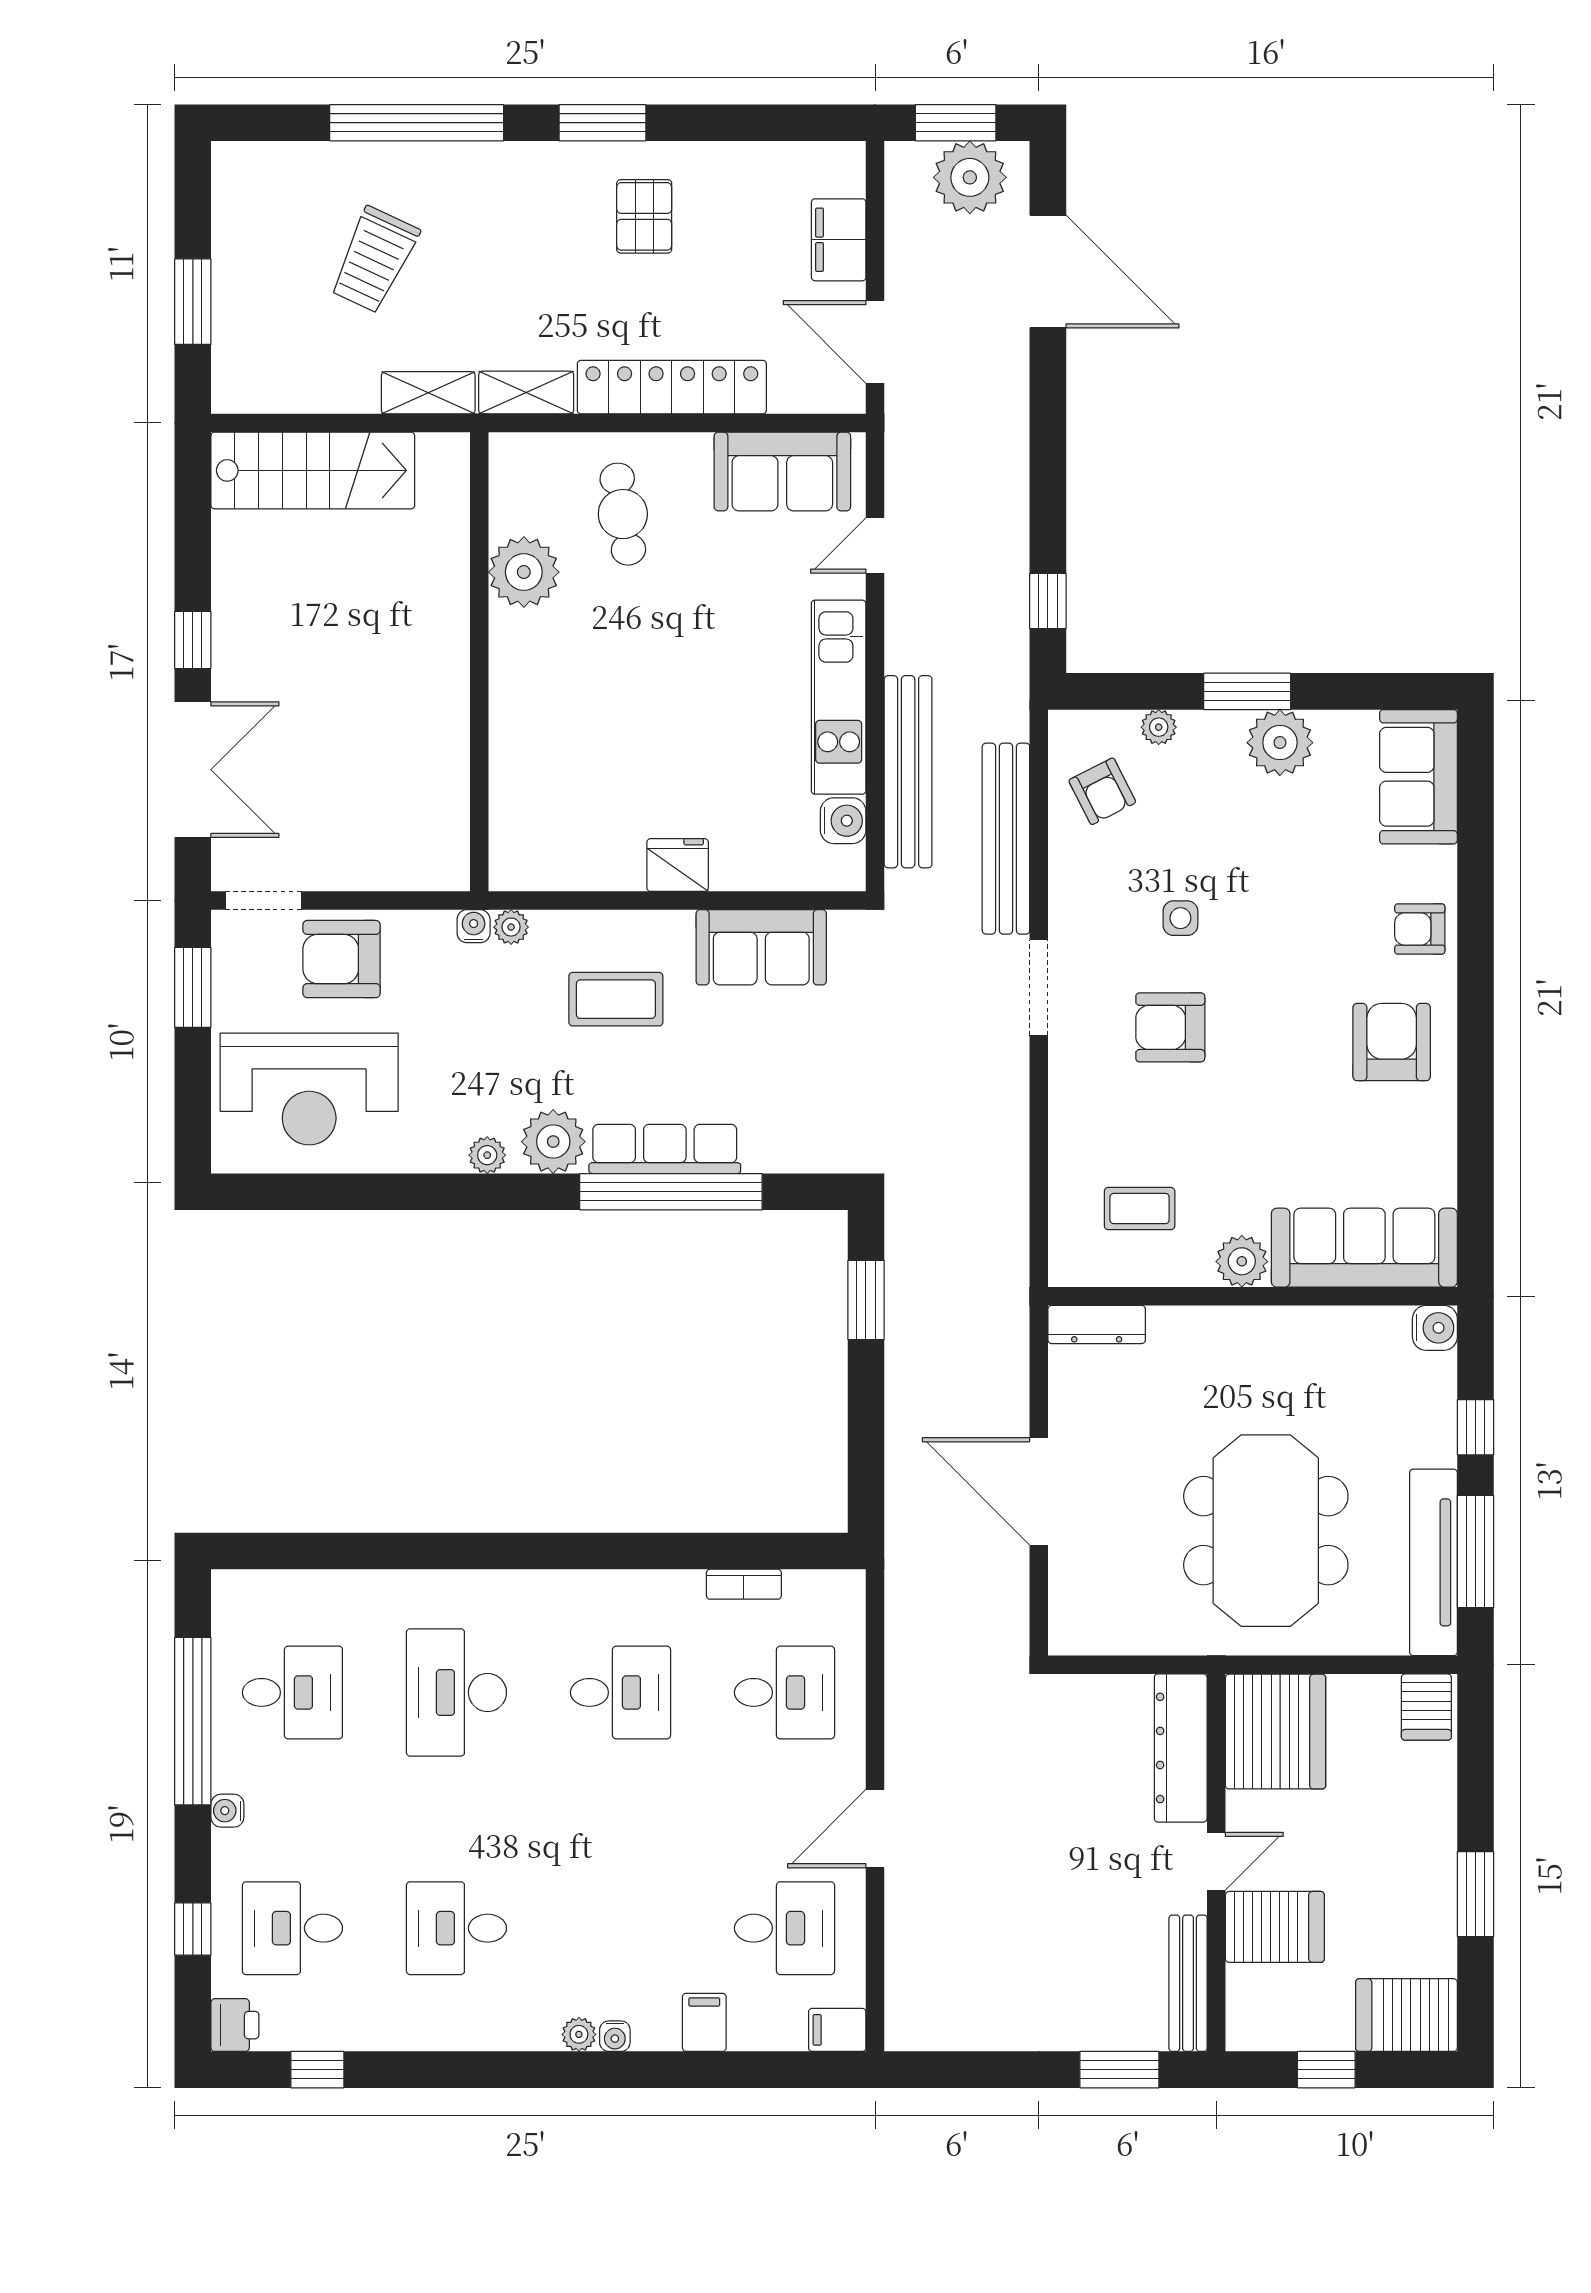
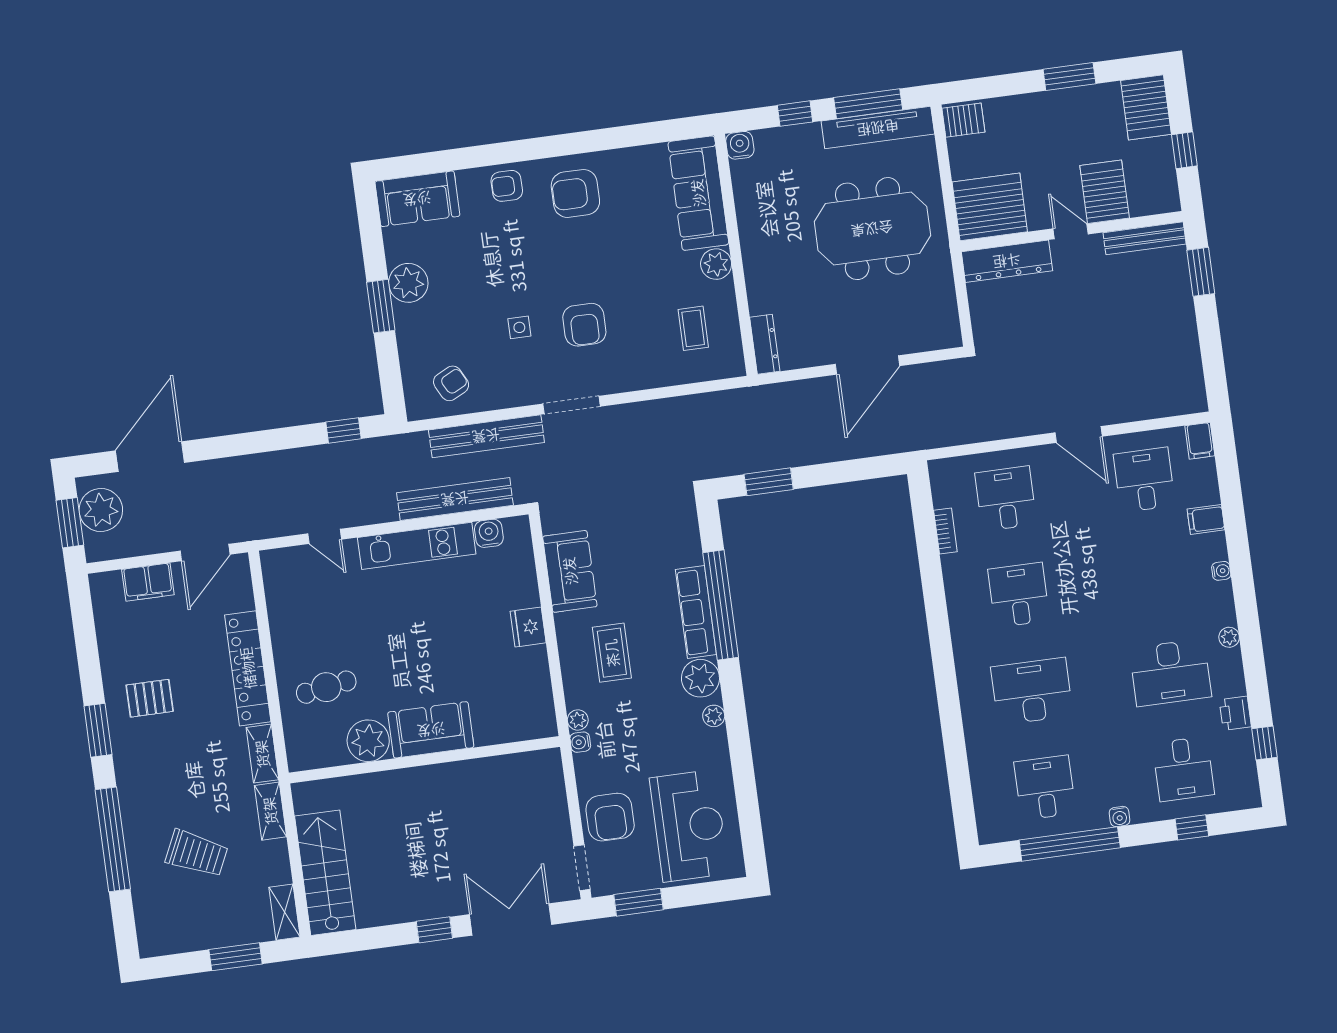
shelving: (256, 393) -> (284, 912), added
sofa: (782, 471) -> (431, 730), moved, turned -90
plant: (1159, 727) -> (409, 355), removed
armchair: (1420, 929) -> (507, 186), turned 90
desk: (456, 1692) -> (1032, 691), turned 180
desk: (456, 1928) -> (1170, 673), width x1.37
printer: (235, 2025) -> (1235, 713), moved, turned -90
plant: (579, 2034) -> (1229, 637), moved

